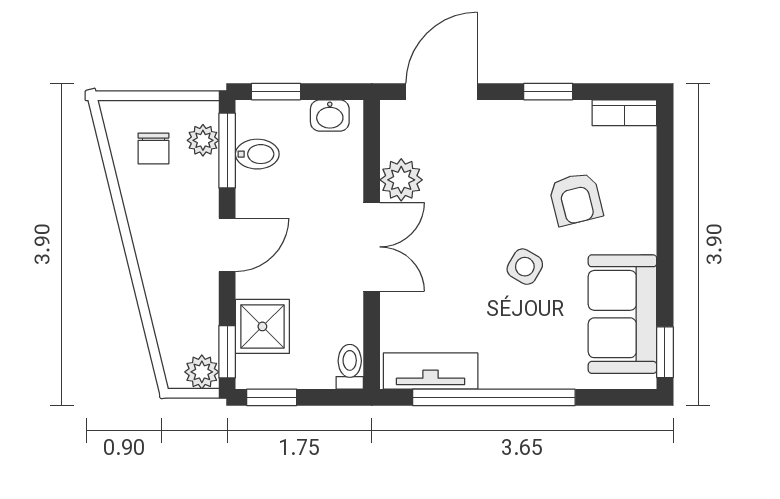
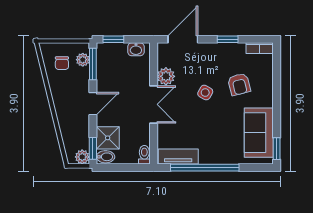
bidet: (257, 154) -> (106, 157), moved
side table: (525, 267) -> (205, 93), moved
window: (272, 397) -> (112, 168), removed

